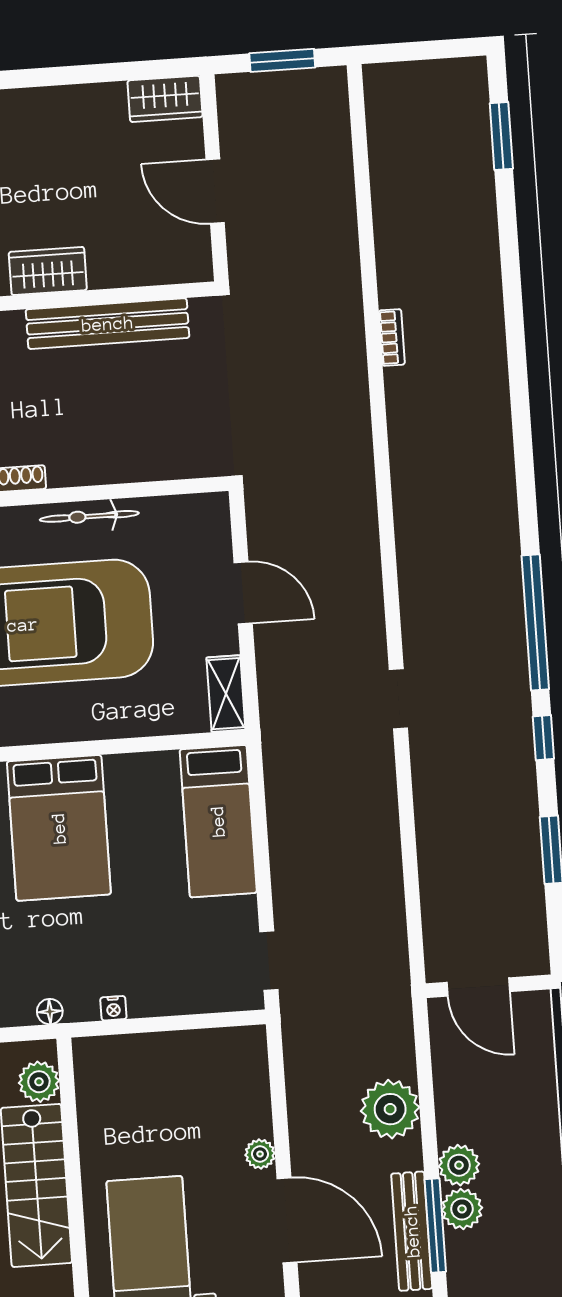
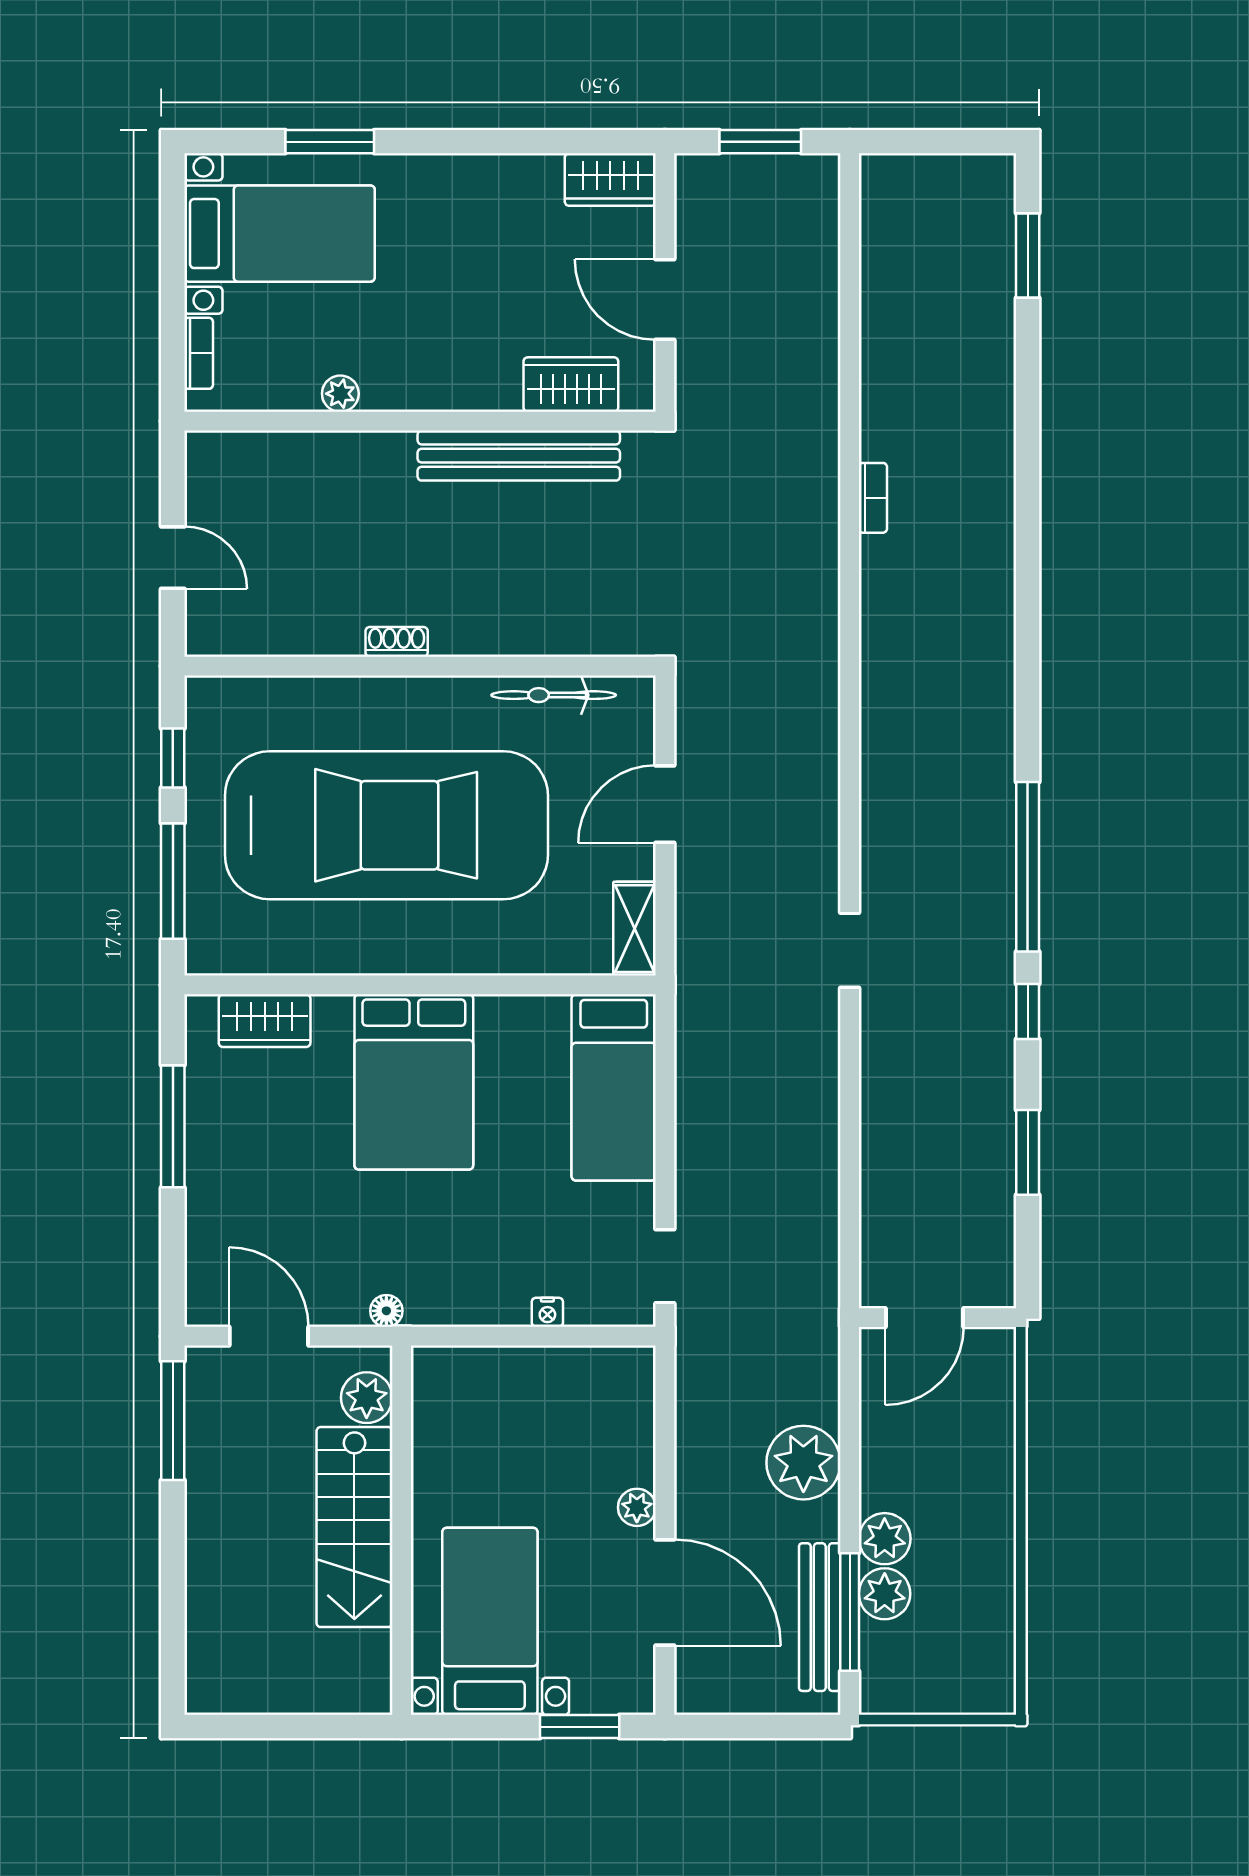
wardrobe: (48, 271) -> (571, 385), moved
bicycle: (89, 516) -> (554, 695), moved
door: (243, 593) -> (665, 804), swing flipped
door: (478, 987) -> (924, 1318), hinge flipped
nightstand: (113, 1008) -> (547, 1312), moved

